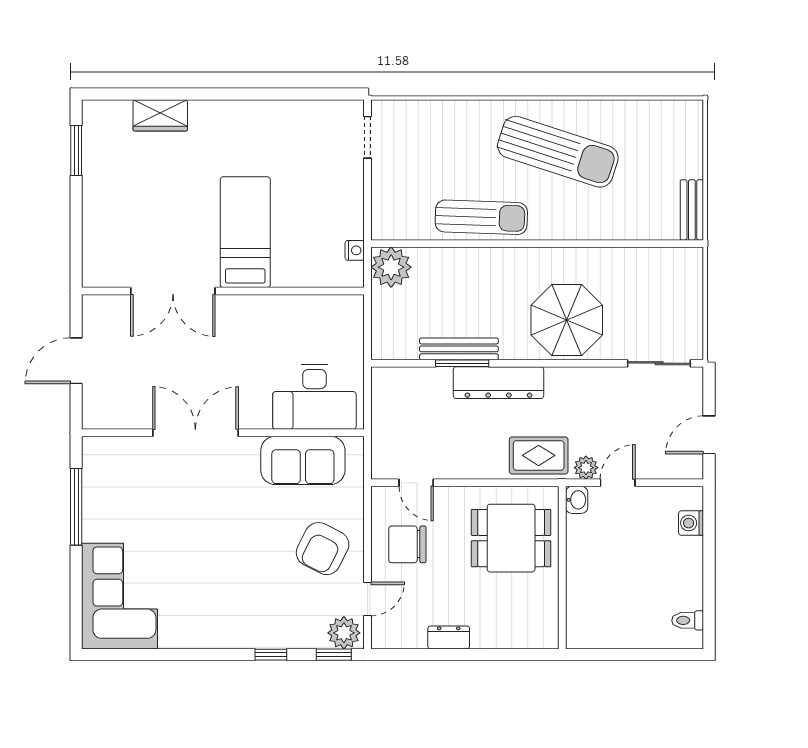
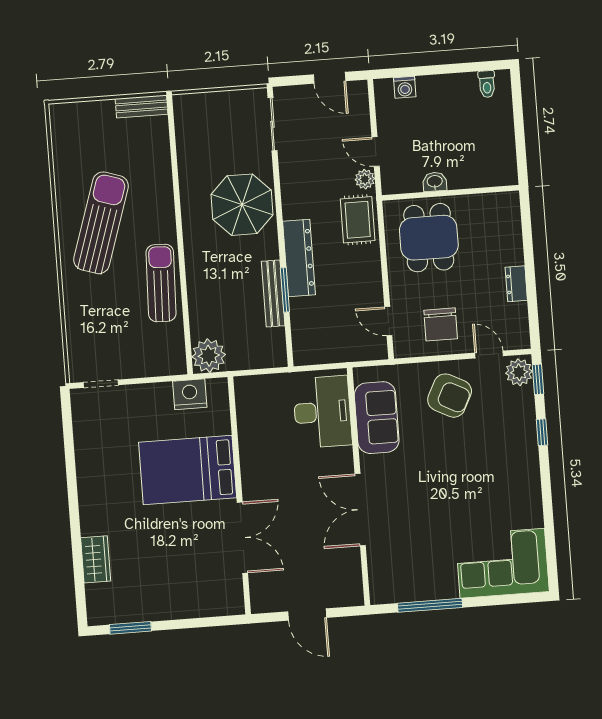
bed: (245, 232) -> (188, 470), width x1.50
nightstand: (355, 250) -> (190, 394), width x1.89, depth x1.79
door: (416, 483) -> (388, 321), swing flipped
washbasin: (577, 500) -> (435, 182), moved

